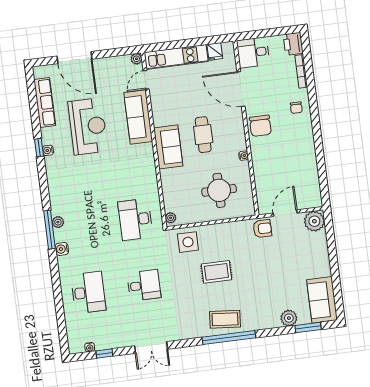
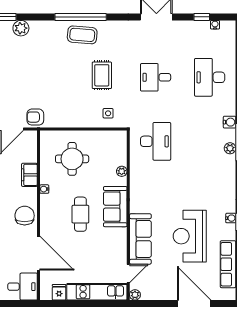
filing cabinet: (261, 168) -> (29, 175), added
plant: (171, 218) -> (122, 171), moved
side table: (188, 242) -> (108, 113), width x0.54, depth x0.54
rug: (216, 272) -> (102, 75), moved, turned 90

